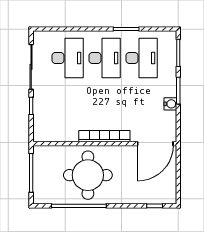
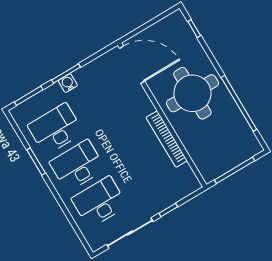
water cooler: (170, 104) -> (68, 83), moved
bookcase: (104, 136) -> (167, 139), moved
round table: (88, 175) -> (192, 93), moved

